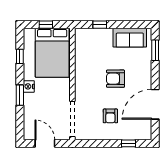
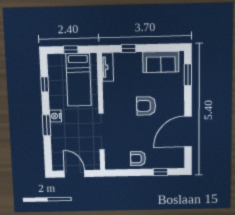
tv unit: (80, 41) -> (108, 67), added
bed: (52, 53) -> (79, 80), width x0.67
armchair: (110, 116) -> (138, 159), moved, turned 90
doorway: (72, 119) -> (102, 132), moved

